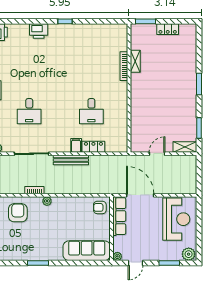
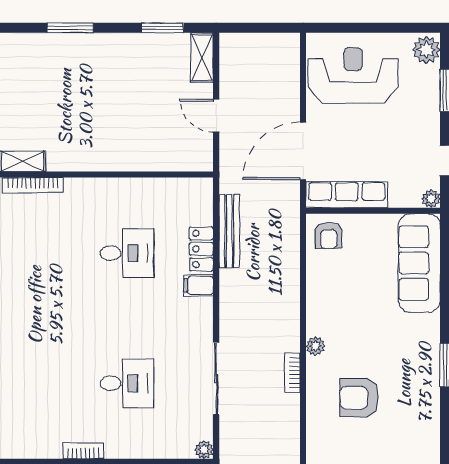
bench: (71, 160) -> (229, 231), moved
armchair: (18, 213) -> (359, 398), moved

